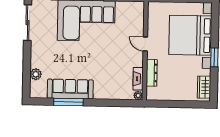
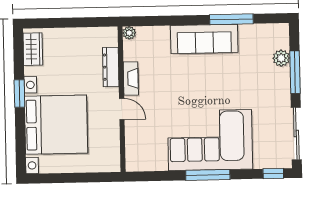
window: (27, 64) -> (295, 72), added
fireplace: (138, 79) -> (131, 78), moved
sofa: (70, 89) -> (204, 39), moved

